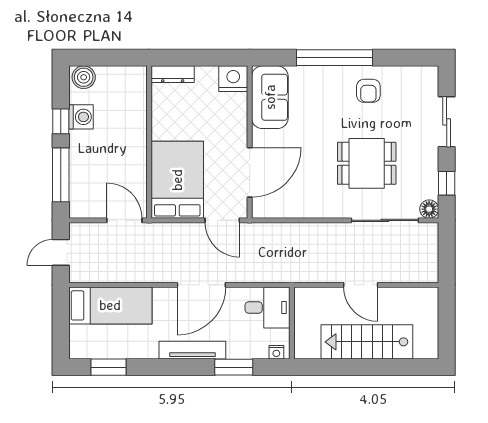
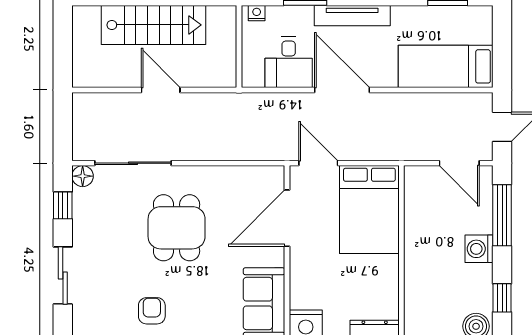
washing machine: (81, 117) -> (479, 249), moved
window: (61, 121) -> (502, 298), moved
dining table: (367, 163) -> (177, 228), moved, turned 90
door: (124, 220) -> (459, 163), moved
door: (201, 285) -> (342, 90), hinge flipped
desk: (267, 308) -> (289, 62), moved, turned -90

